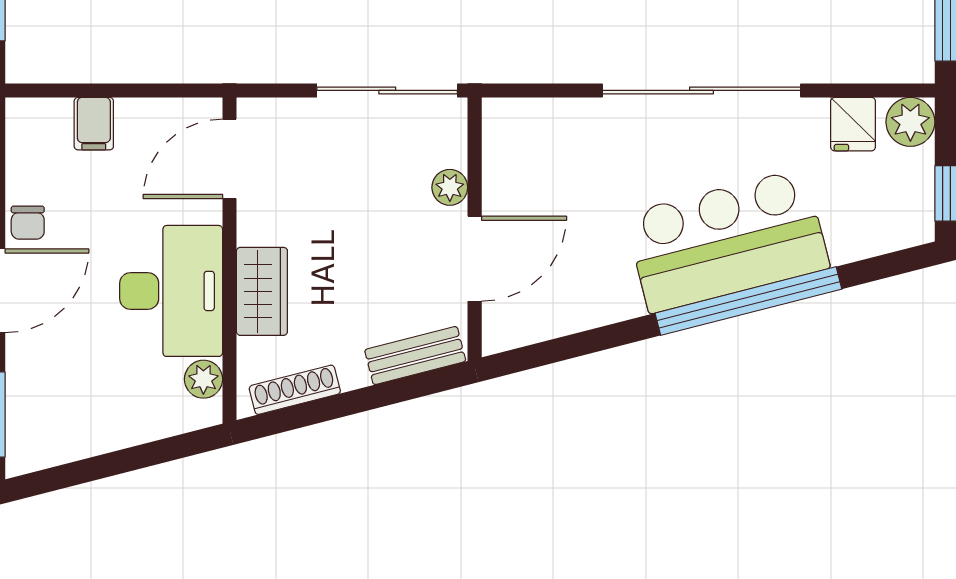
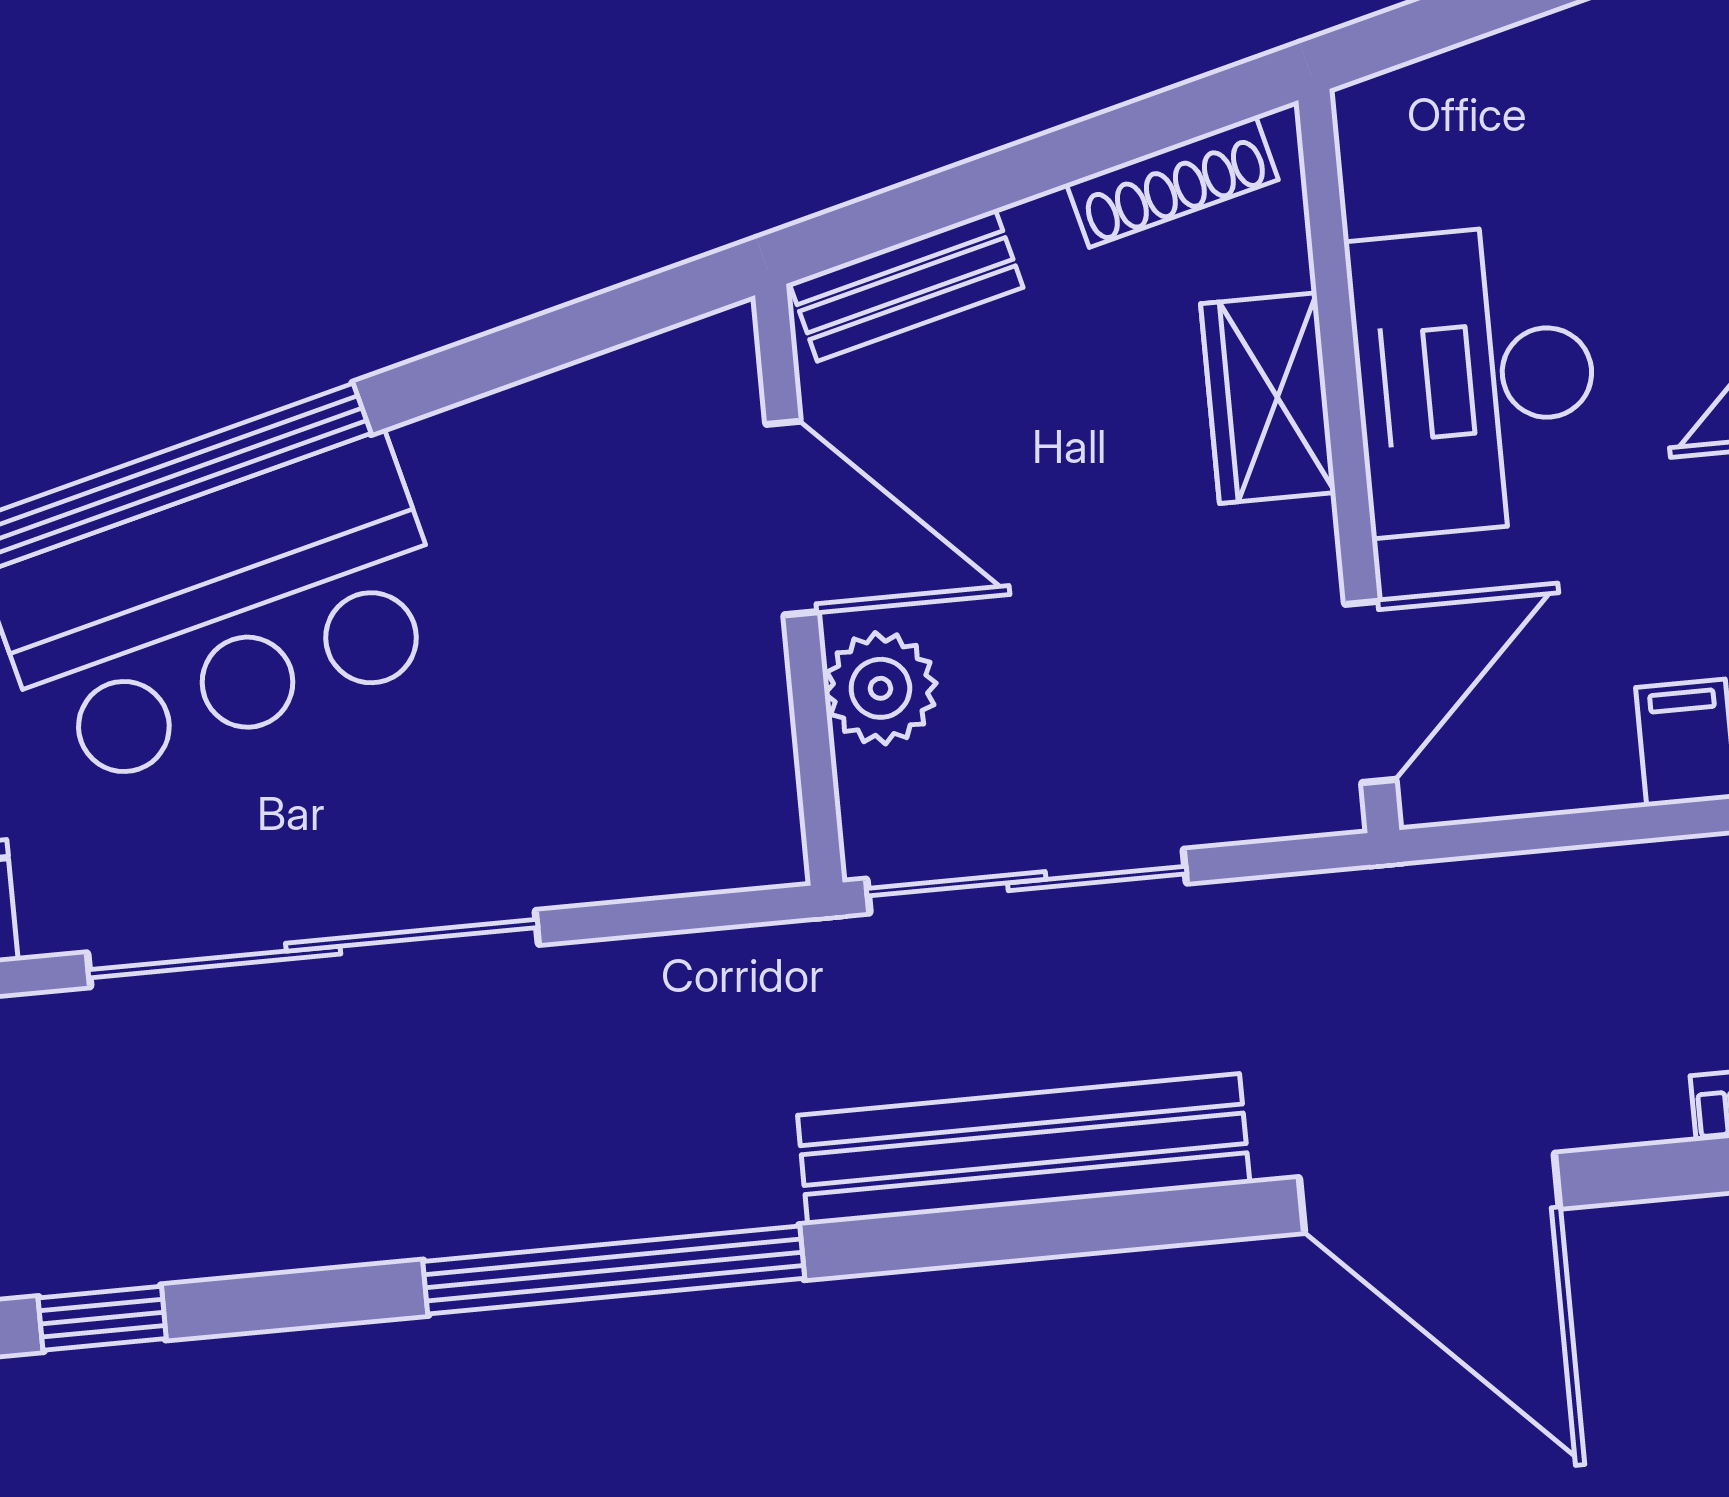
plant: (450, 187) -> (880, 688), width x1.38, depth x1.38
door: (475, 259) -> (792, 518), swing flipped
plant: (203, 379) -> (1382, 186), removed

